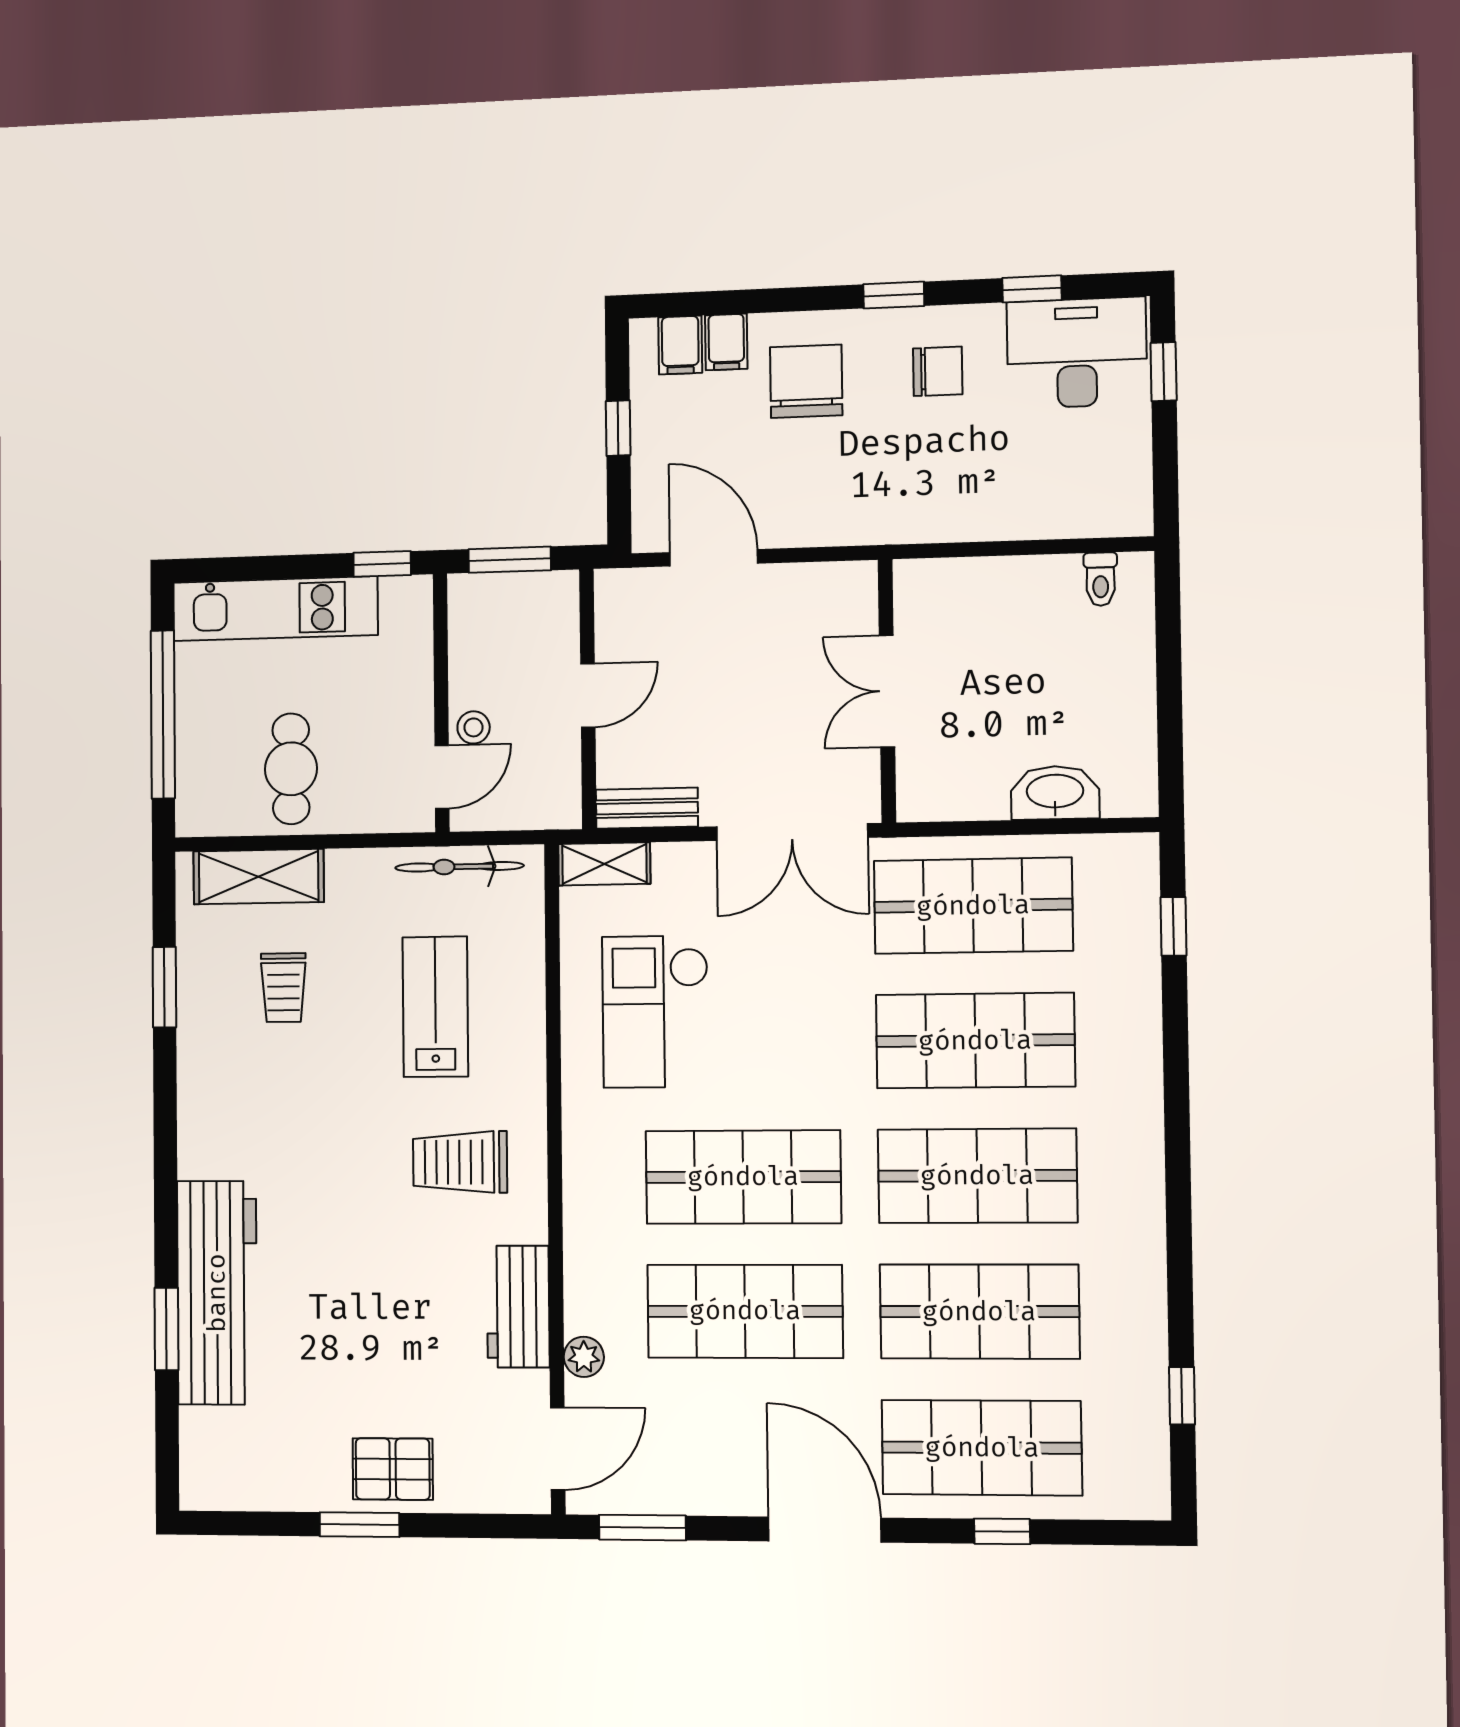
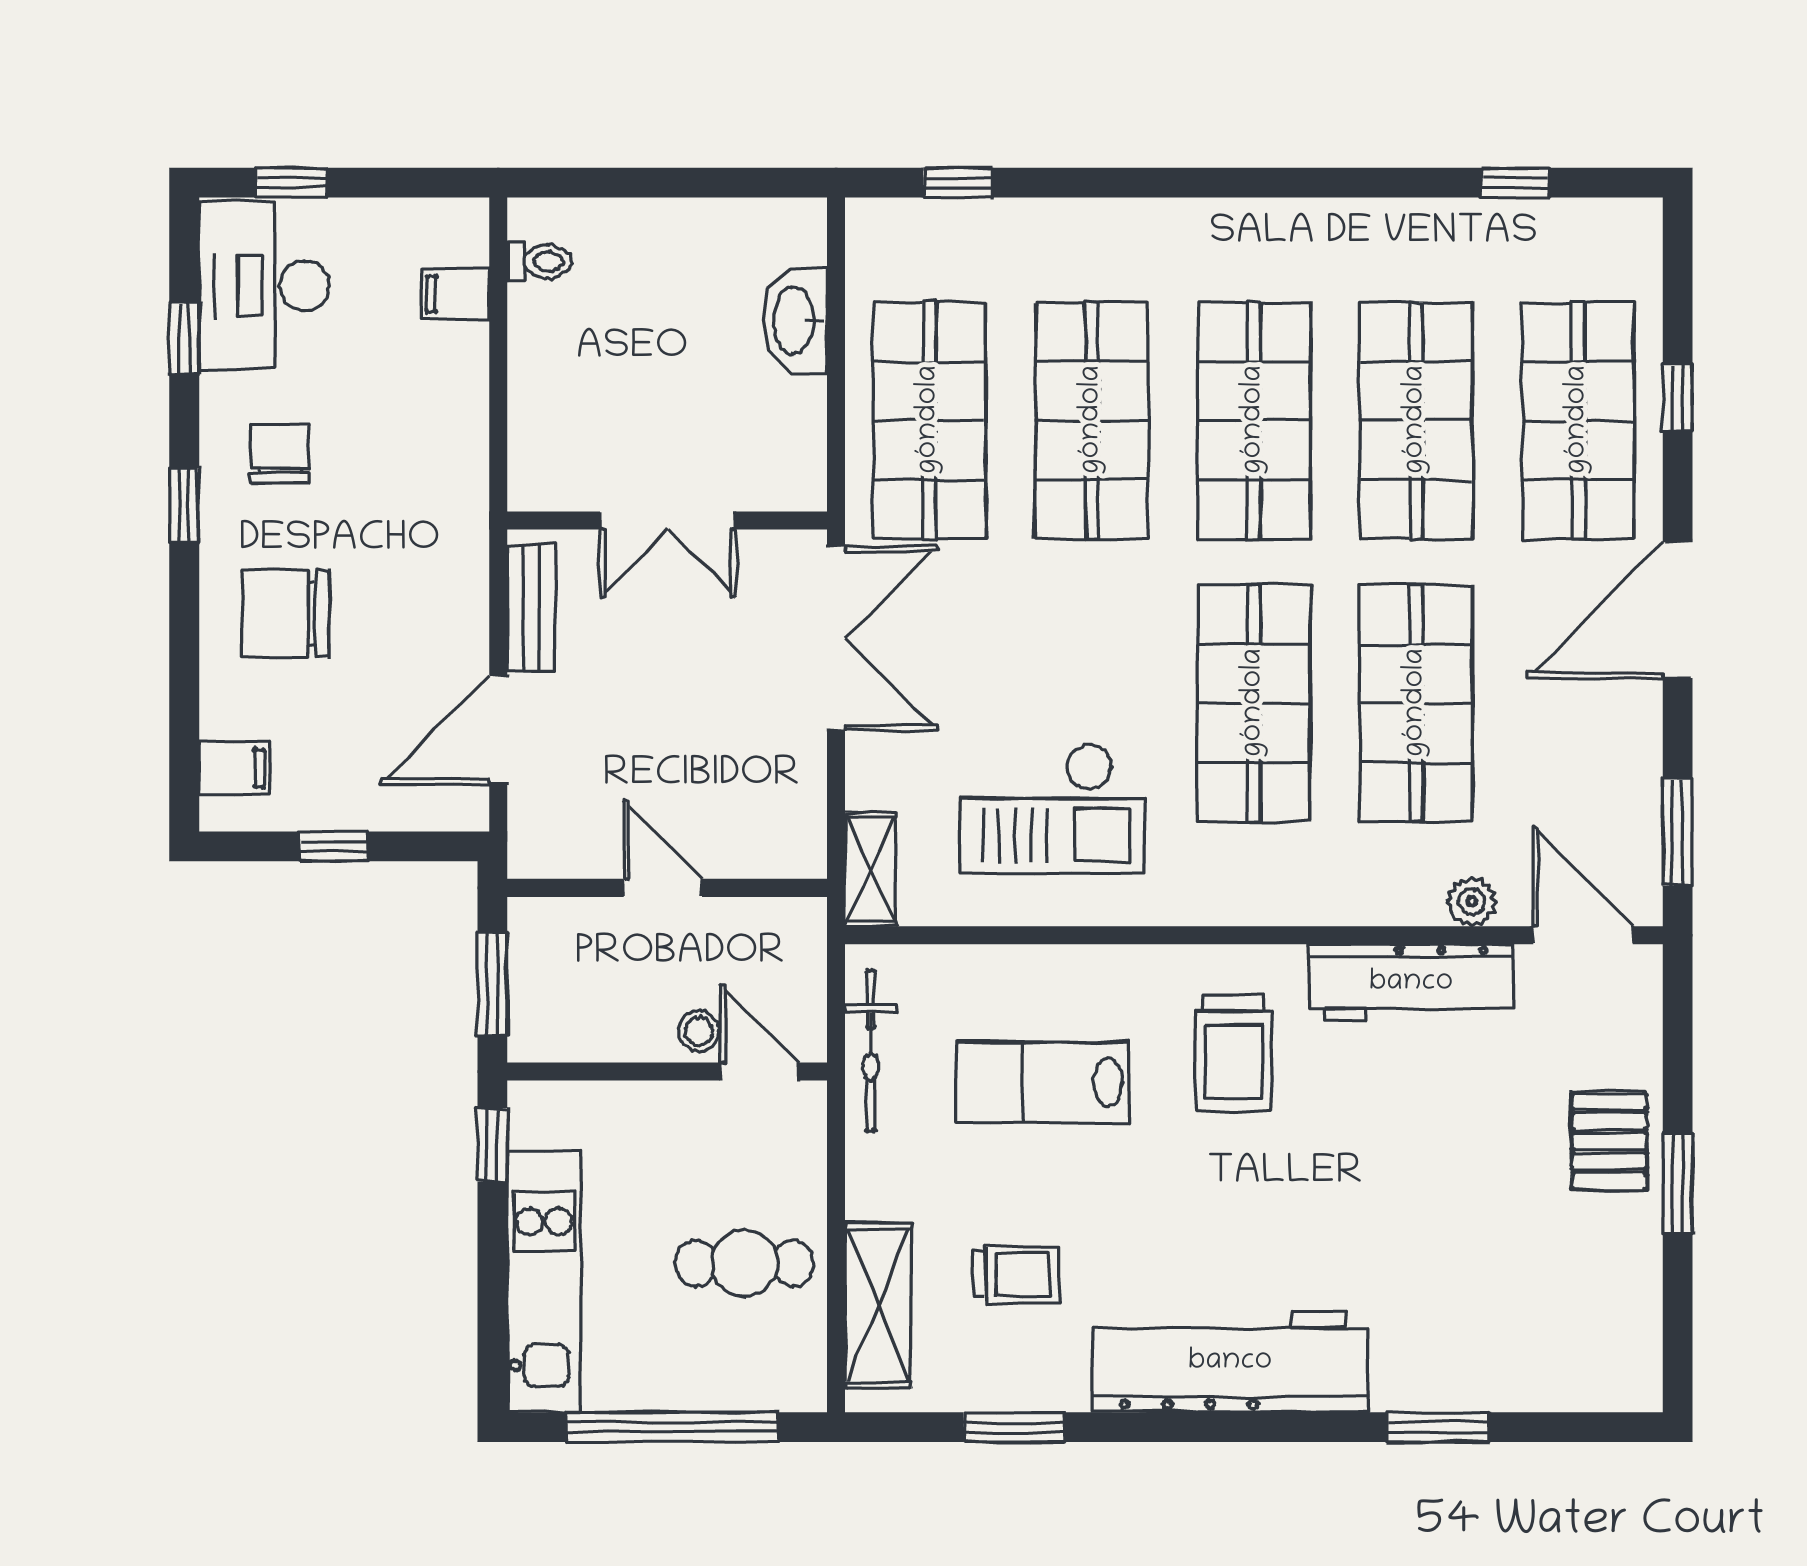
filing cabinet: (726, 342) -> (455, 294), moved, turned 180
bench: (647, 808) -> (531, 608), moved
workbench: (217, 1293) -> (1230, 1362), moved
workbench: (518, 1307) -> (1411, 983), width x1.38

